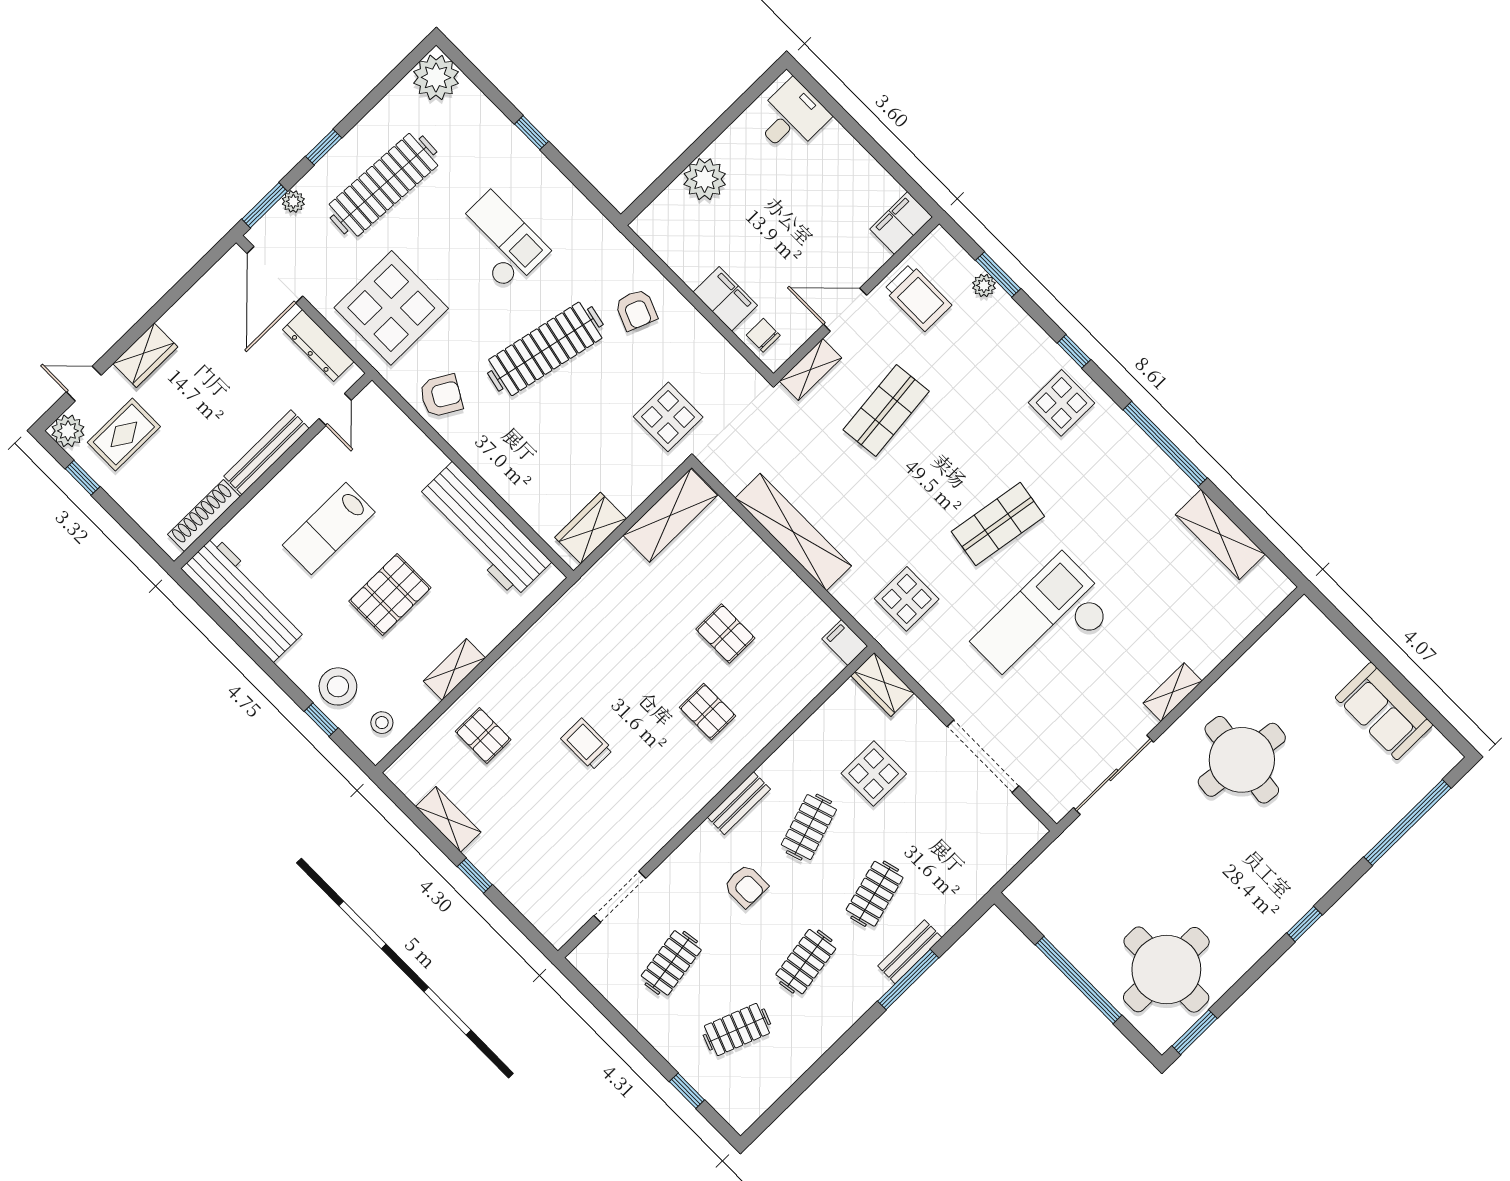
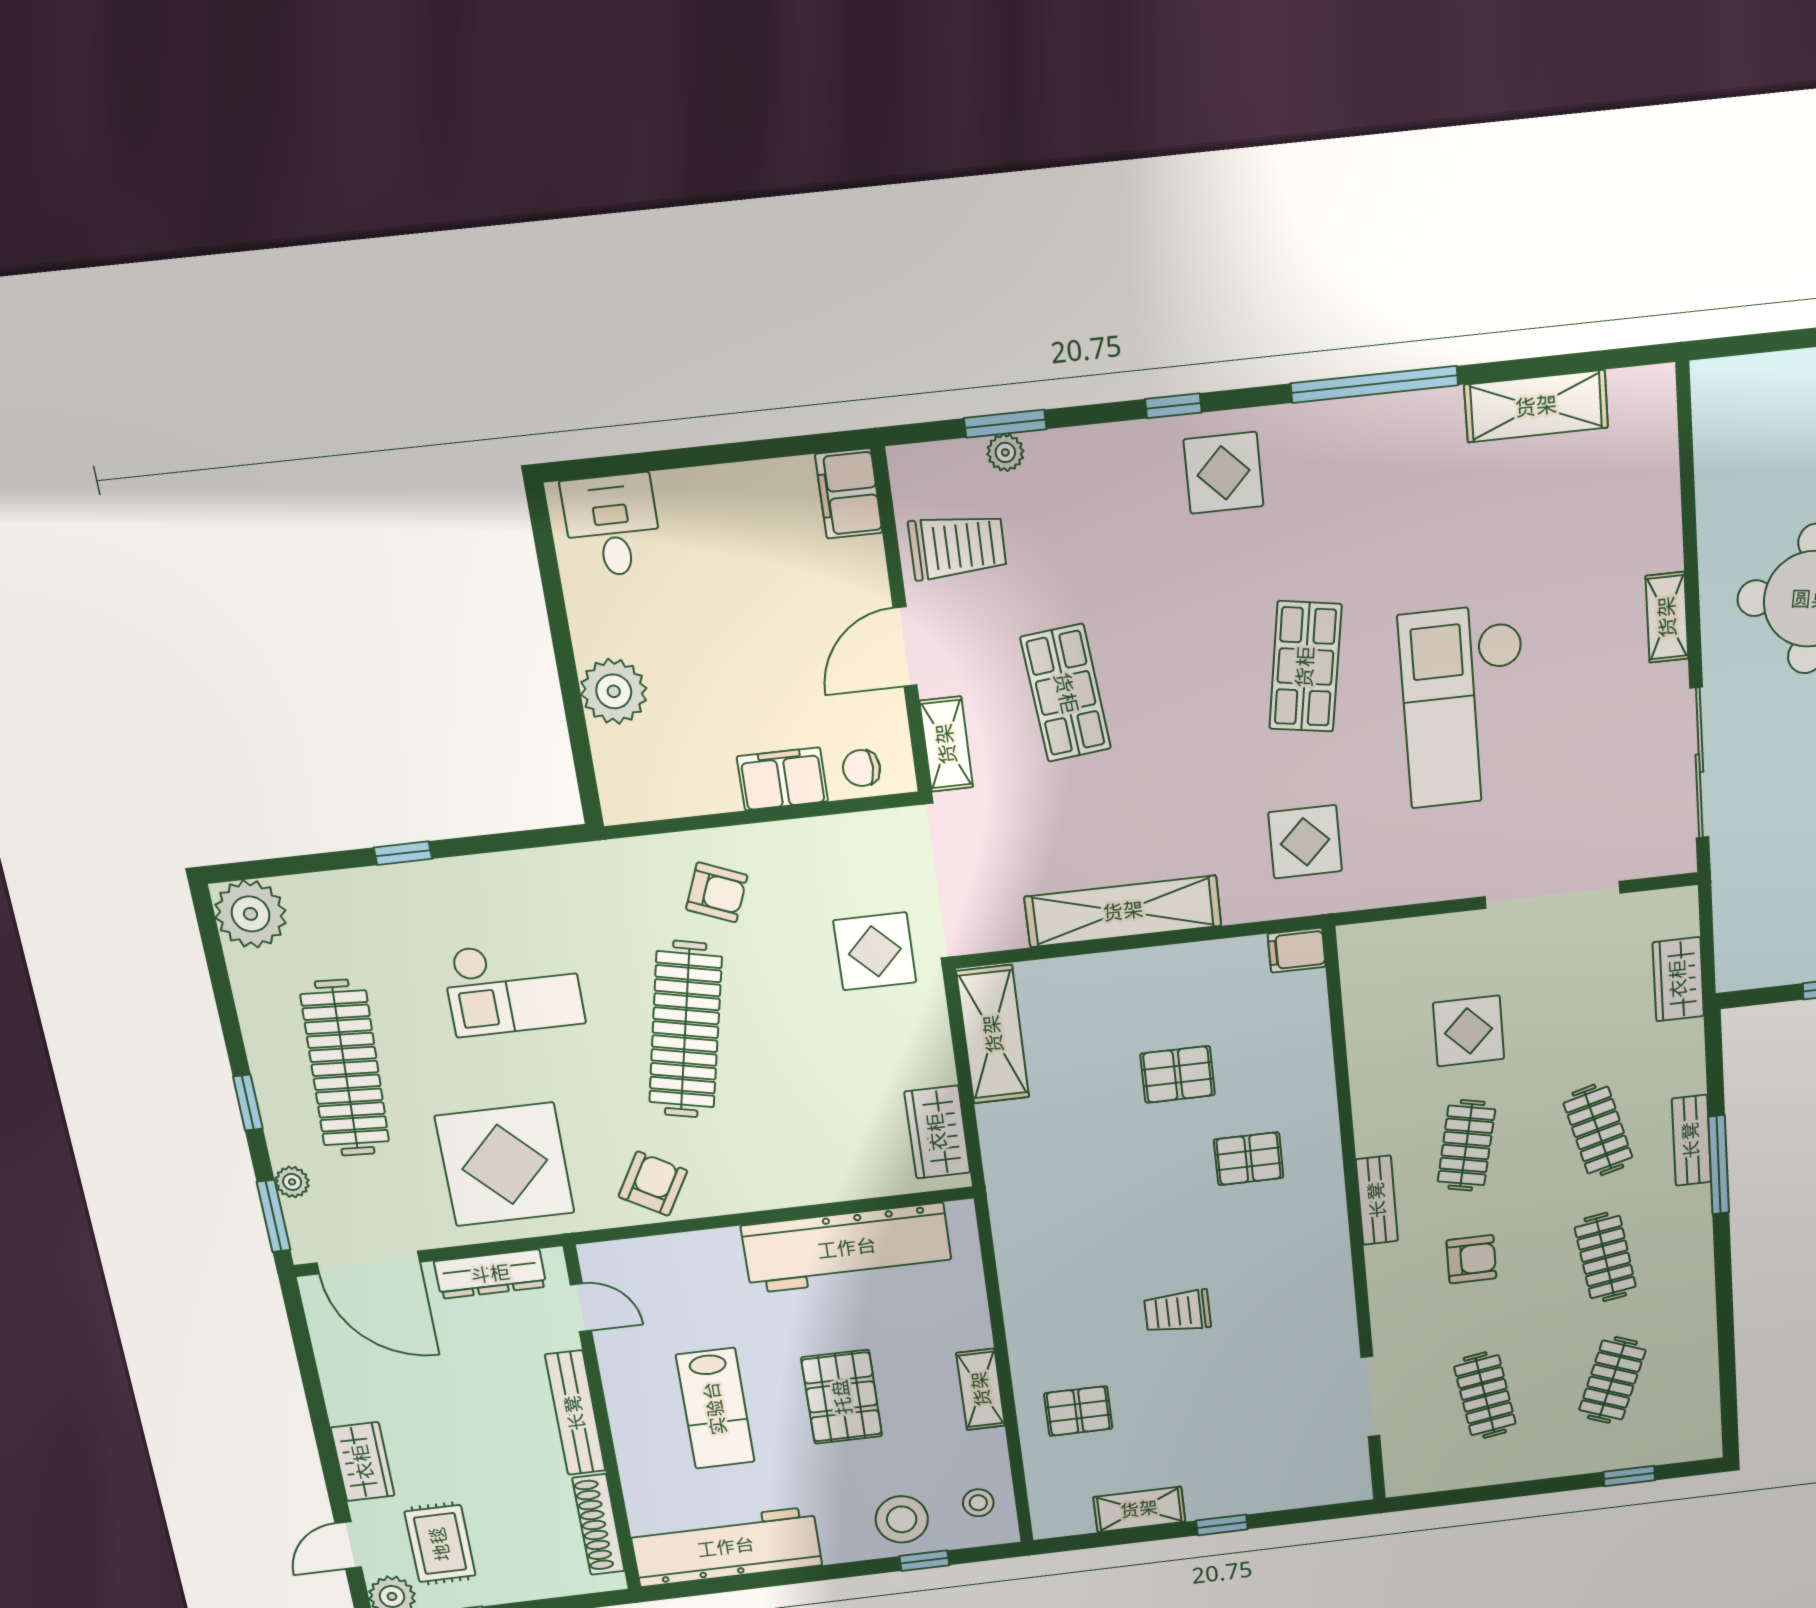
checkout: (499, 241) -> (513, 987), turned 180
wardrobe: (882, 684) -> (1678, 979), moved, turned 90
clothes rail: (809, 827) -> (1466, 1145), turned 30

